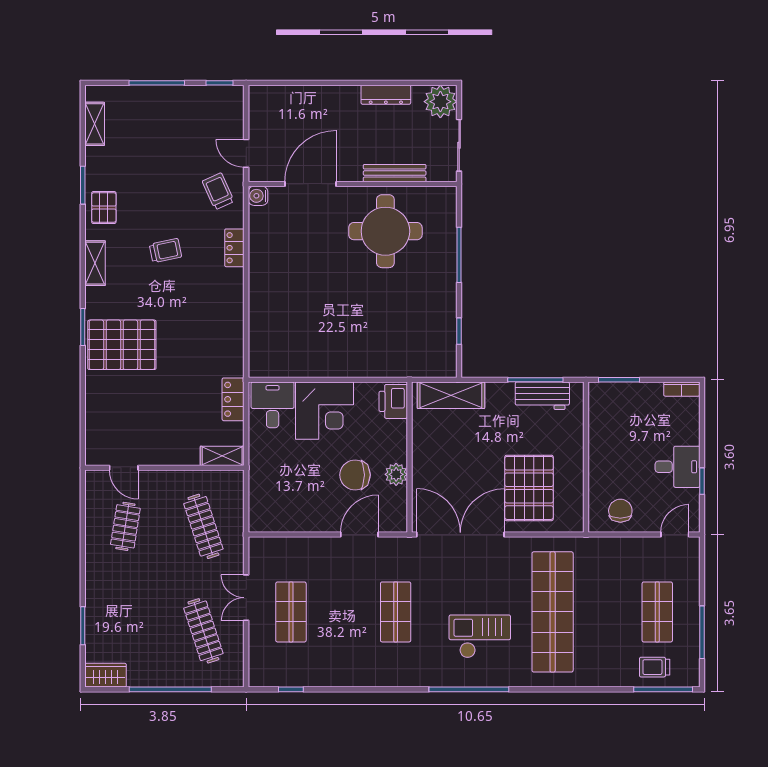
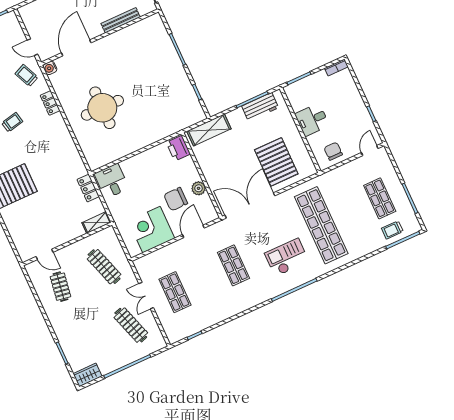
round table: (385, 231) -> (102, 108), moved
corner desk: (324, 411) -> (152, 230), moved, turned 180
desk: (678, 467) -> (312, 120), moved, turned 180

